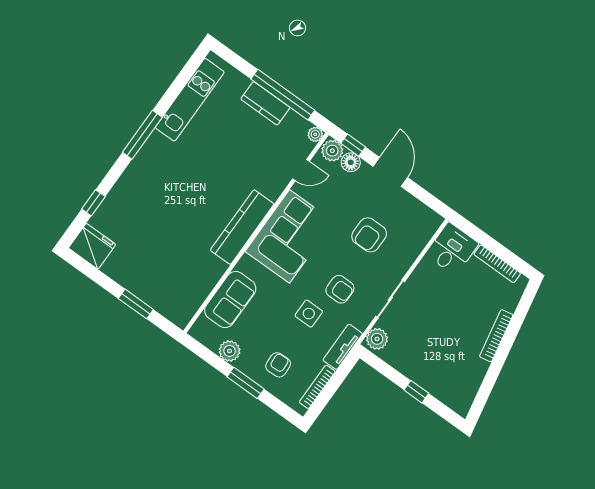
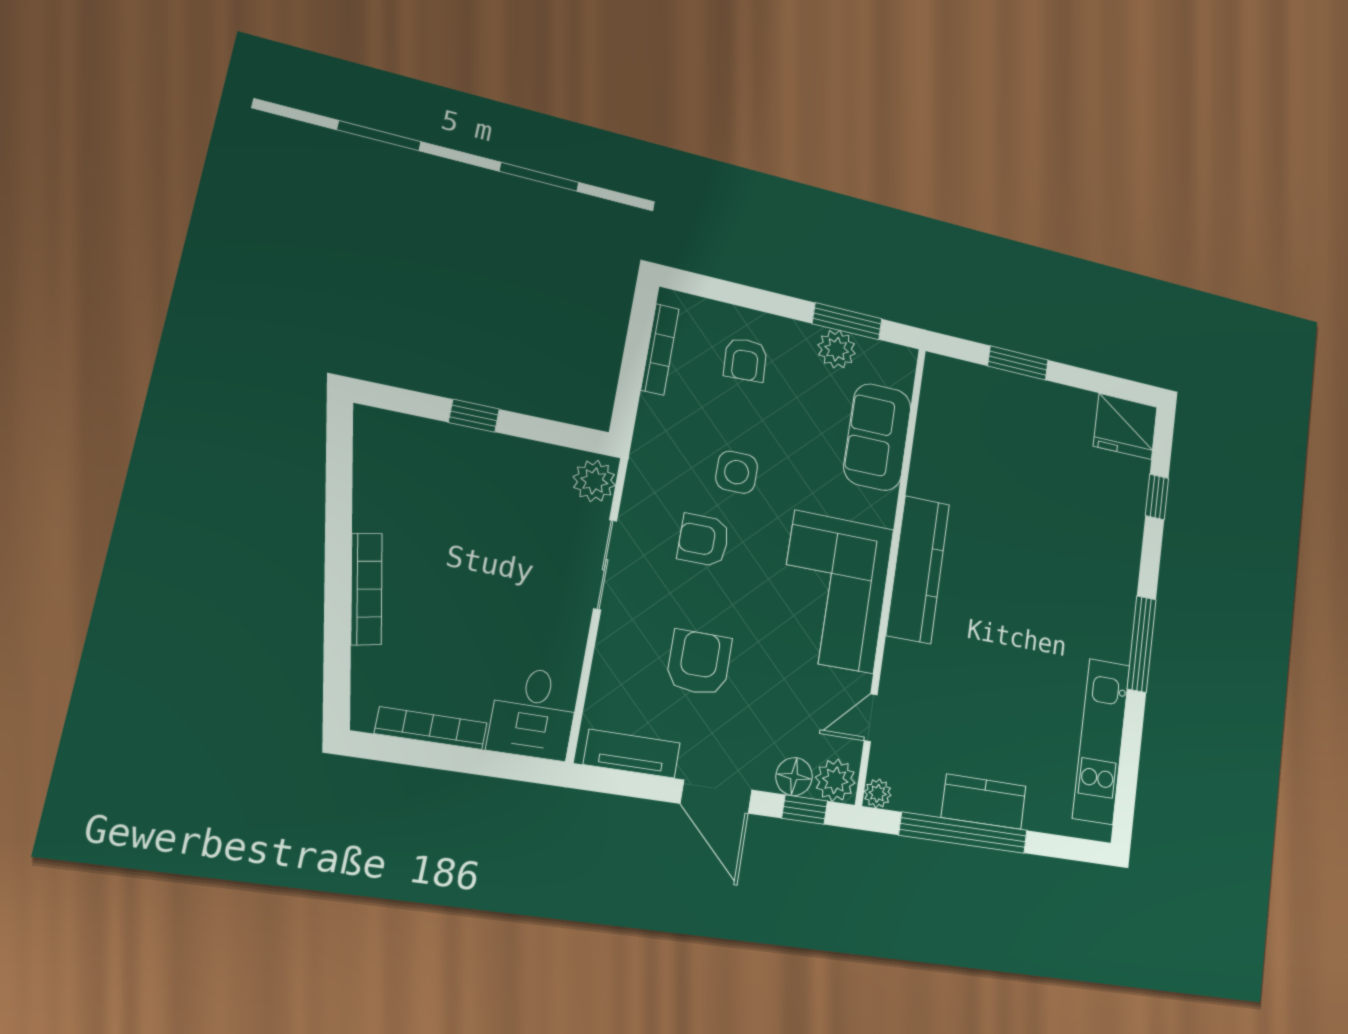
tv unit: (343, 347) -> (632, 754), moved, turned -90
window: (246, 383) -> (847, 321), moved

